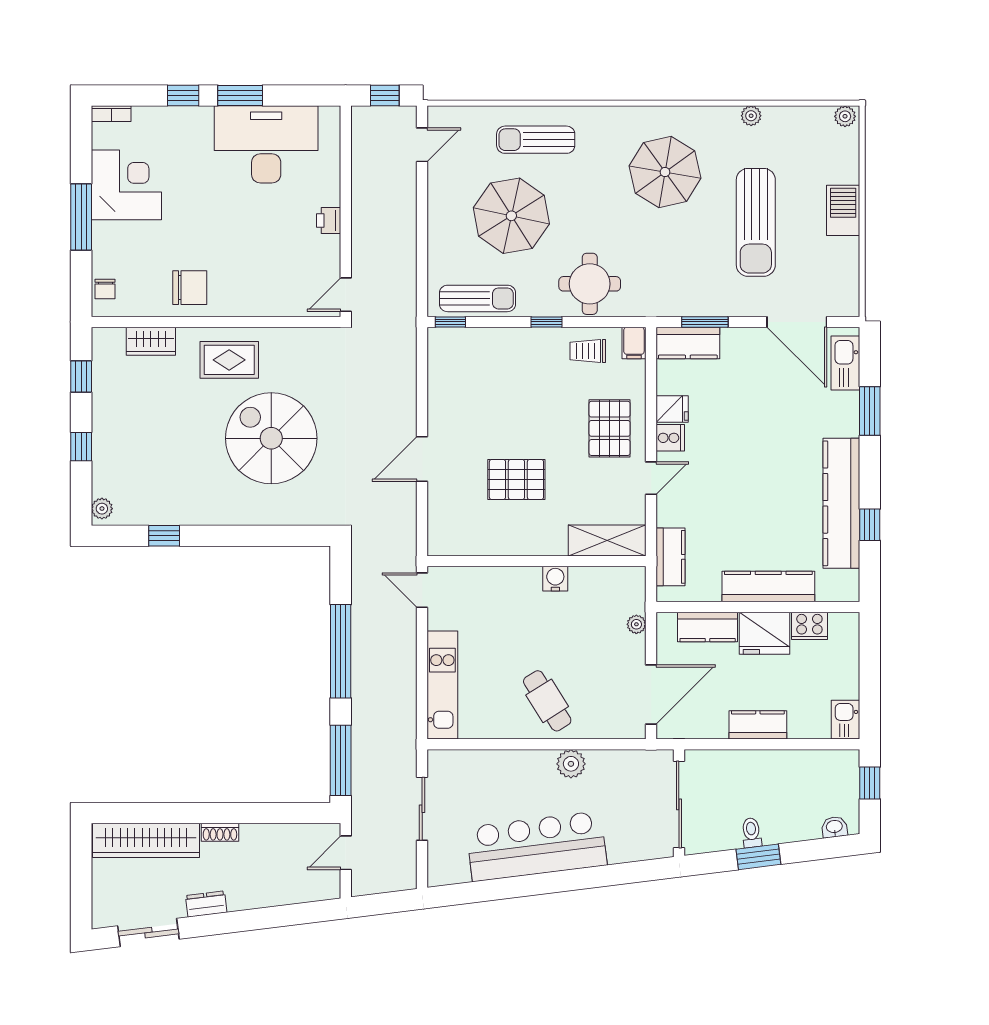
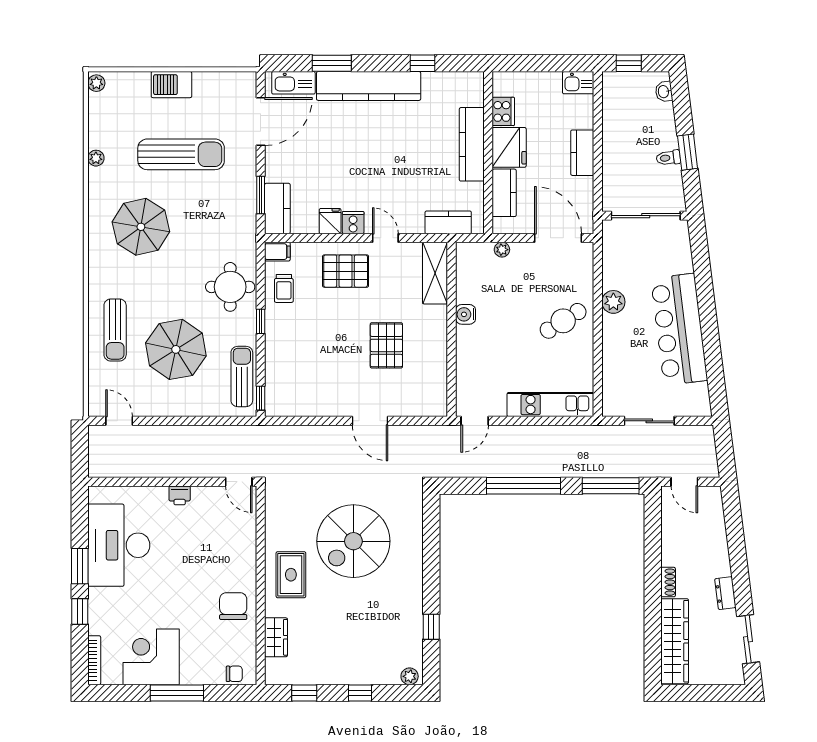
window: (385, 96) -> (80, 451), removed
bookcase: (111, 114) -> (94, 660), width x1.56
kitchen counter: (841, 503) -> (369, 86), moved

